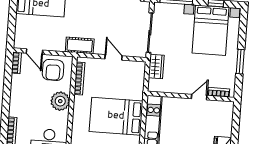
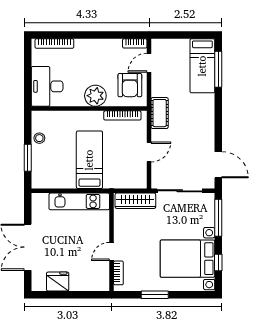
wardrobe: (156, 67) -> (135, 201), width x1.50
armchair: (53, 70) -> (130, 85), turned -90
door: (199, 97) -> (111, 251), swing flipped
bed: (116, 116) -> (89, 160), width x0.67

